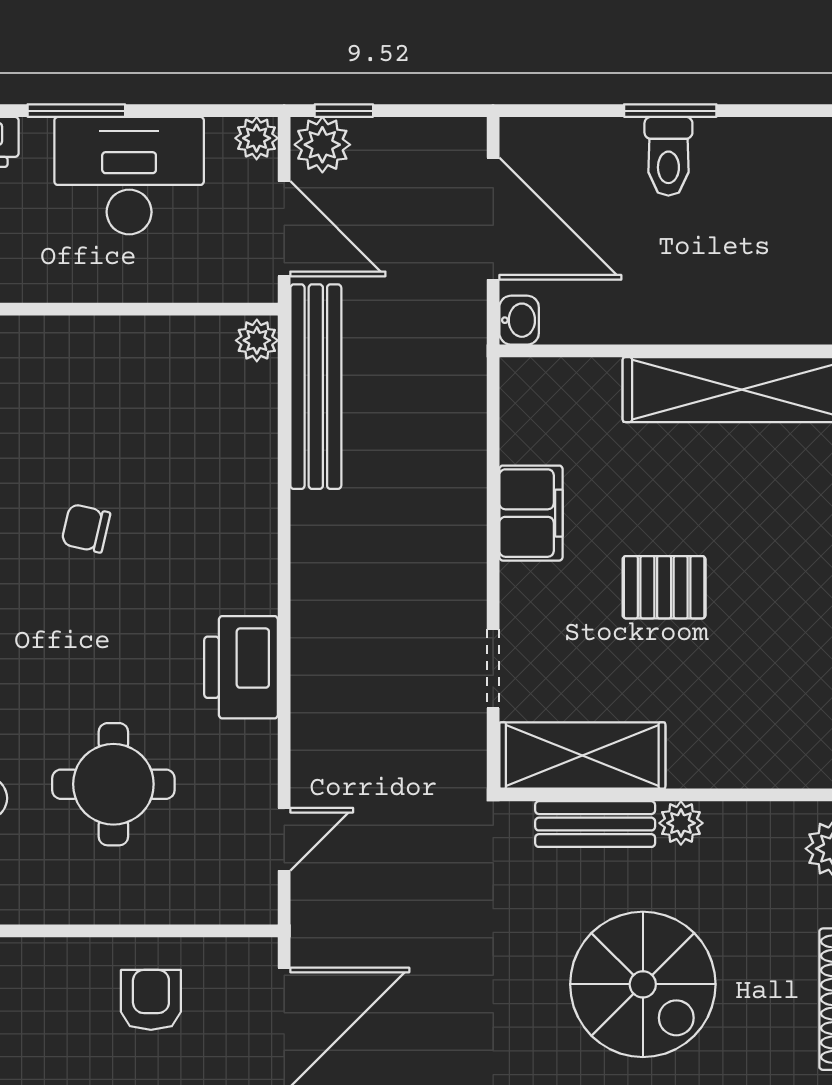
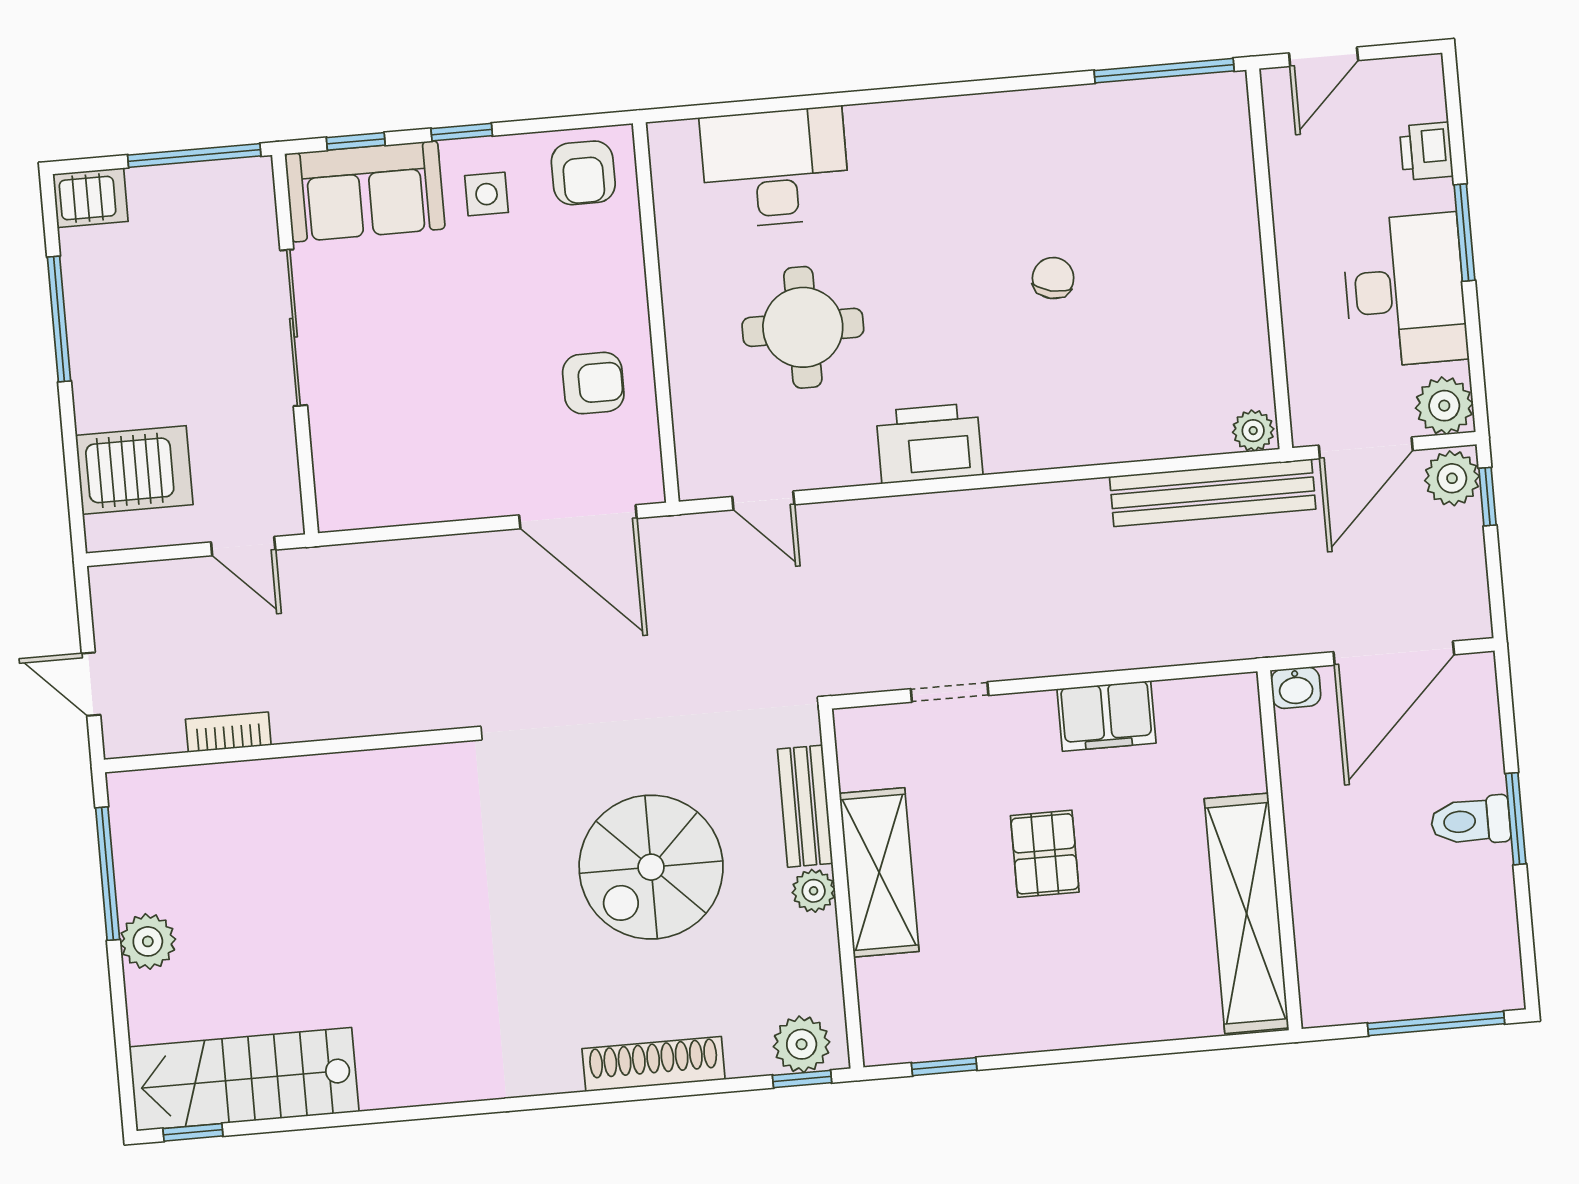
plant: (257, 138) -> (1444, 406), width x1.38, depth x1.38
shelving: (582, 755) -> (879, 872), moved

